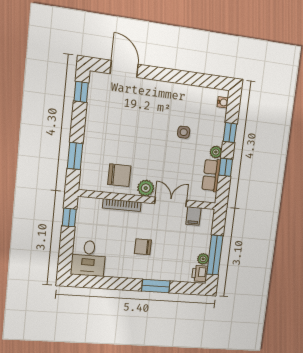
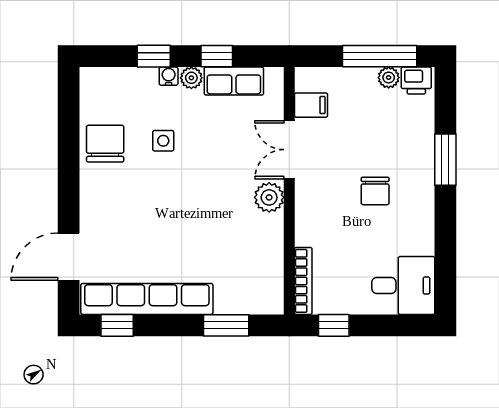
water cooler: (223, 102) -> (169, 76), moved
row of seats: (95, 112) -> (147, 299), added
chair: (119, 175) -> (105, 144), moved
bookcase: (122, 205) -> (303, 281), moved

